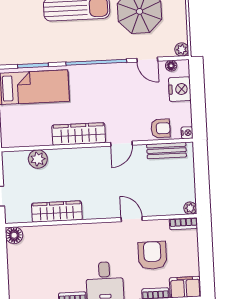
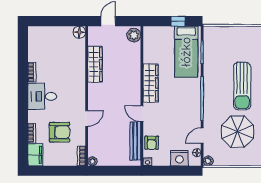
bench: (167, 151) -> (135, 141), width x1.36
plant: (38, 159) -> (134, 35), moved

